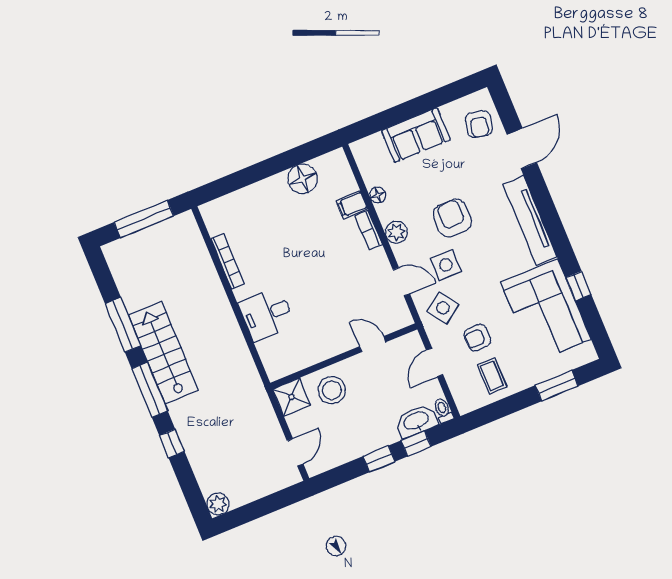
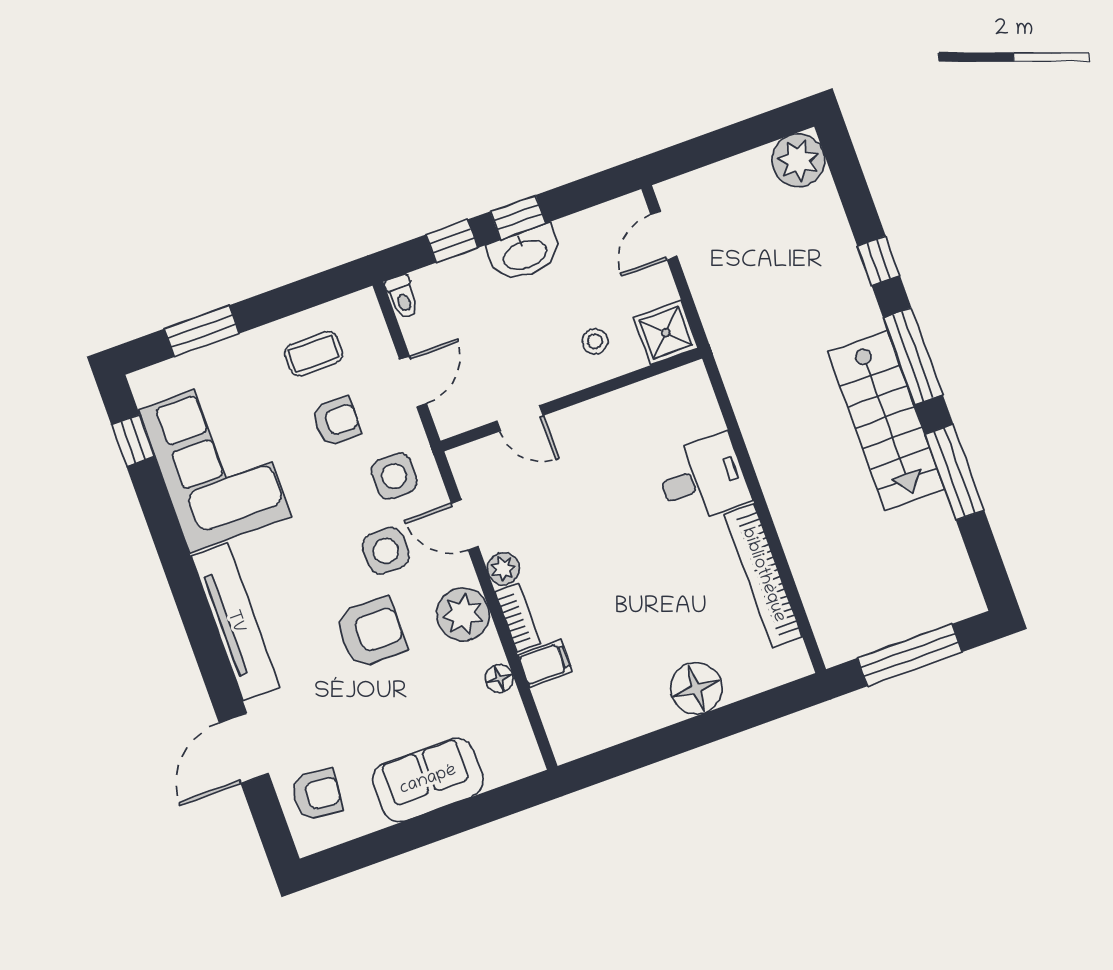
armchair: (479, 124) -> (317, 794), turned 84
floor lamp: (303, 179) -> (696, 689), moved
armchair: (452, 218) -> (371, 632), turned -90
plant: (396, 232) -> (463, 614), width x1.36, depth x1.36
plant: (378, 258) -> (503, 569), added
bookcase: (228, 262) -> (763, 575), width x1.48, depth x1.31
window: (578, 286) -> (133, 441), moved
side table: (443, 308) -> (394, 476), turned 36
coffee table: (492, 376) -> (314, 354), turned 90
stool: (332, 390) -> (595, 341), width x0.53, depth x0.53
washbasin: (416, 421) -> (524, 254), moved
plant: (218, 504) -> (798, 160), width x1.36, depth x1.36

